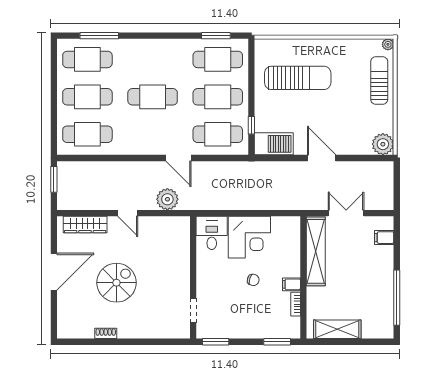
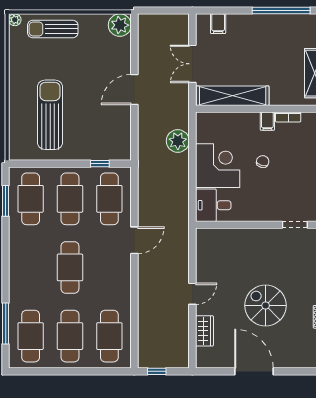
barbecue: (274, 144) -> (119, 140), removed
window: (54, 179) -> (157, 371), width x0.67
plant: (167, 199) -> (178, 141), moved
wardrobe: (85, 225) -> (204, 331), width x0.67

